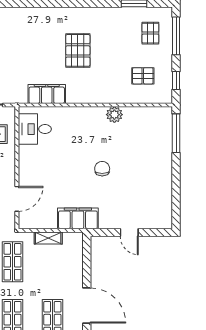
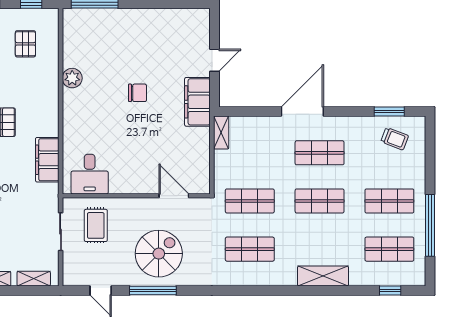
chair: (102, 169) -> (137, 93), turned 180
filing cabinet: (78, 218) -> (197, 102), moved
shelving: (48, 238) -> (221, 133), moved

